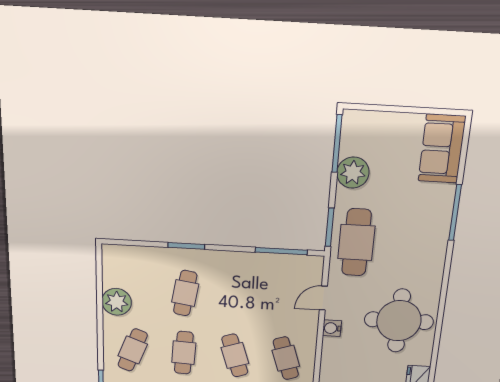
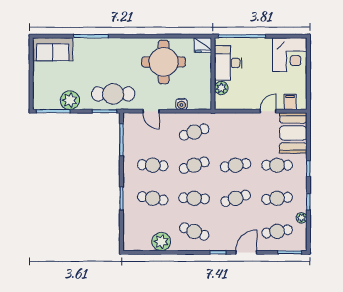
cafe table: (238, 296) -> (153, 165), added
water cooler: (332, 328) -> (181, 104), moved

